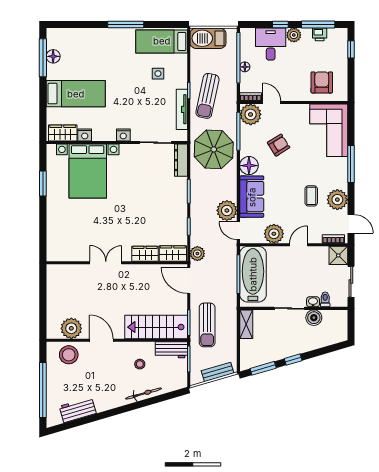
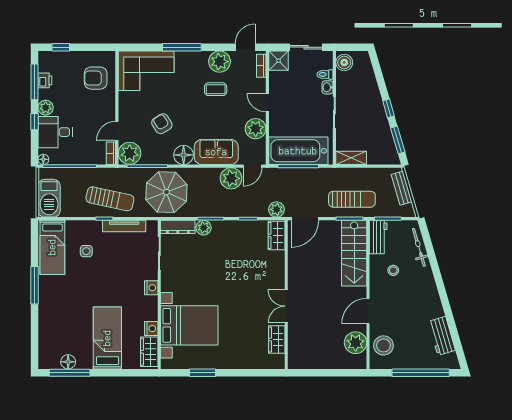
floor lamp: (245, 67) -> (43, 159), moved
plant: (180, 184) -> (204, 228), added
wardrobe: (145, 254) -> (277, 340), moved
boiler: (314, 318) -> (344, 63), moved
bicycle: (143, 394) -> (419, 247), moved

